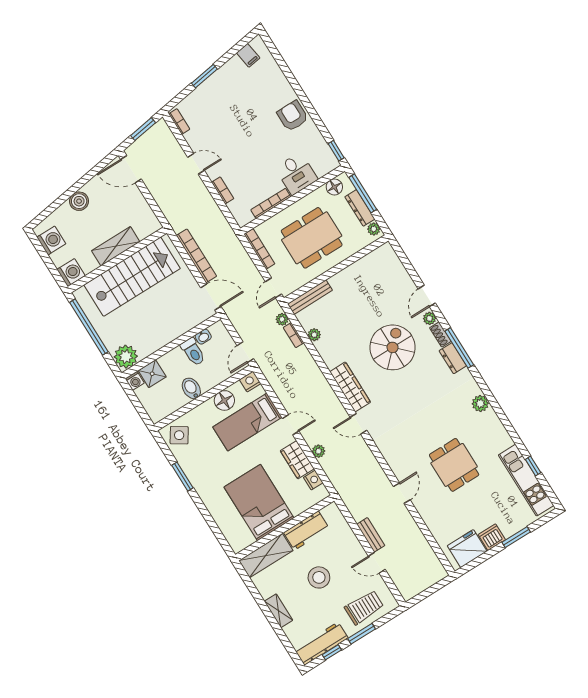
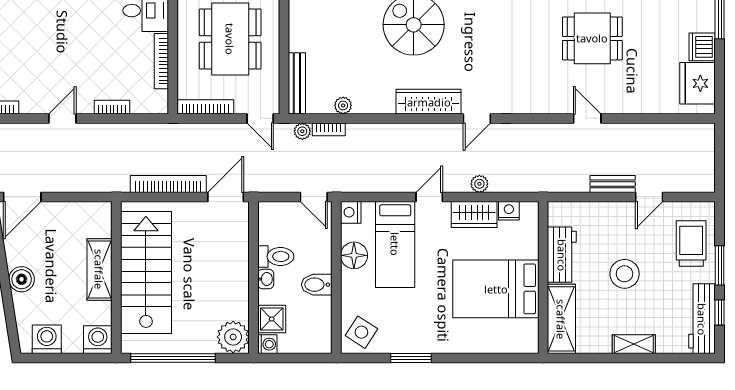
washbasin: (203, 337) -> (266, 279), moved

